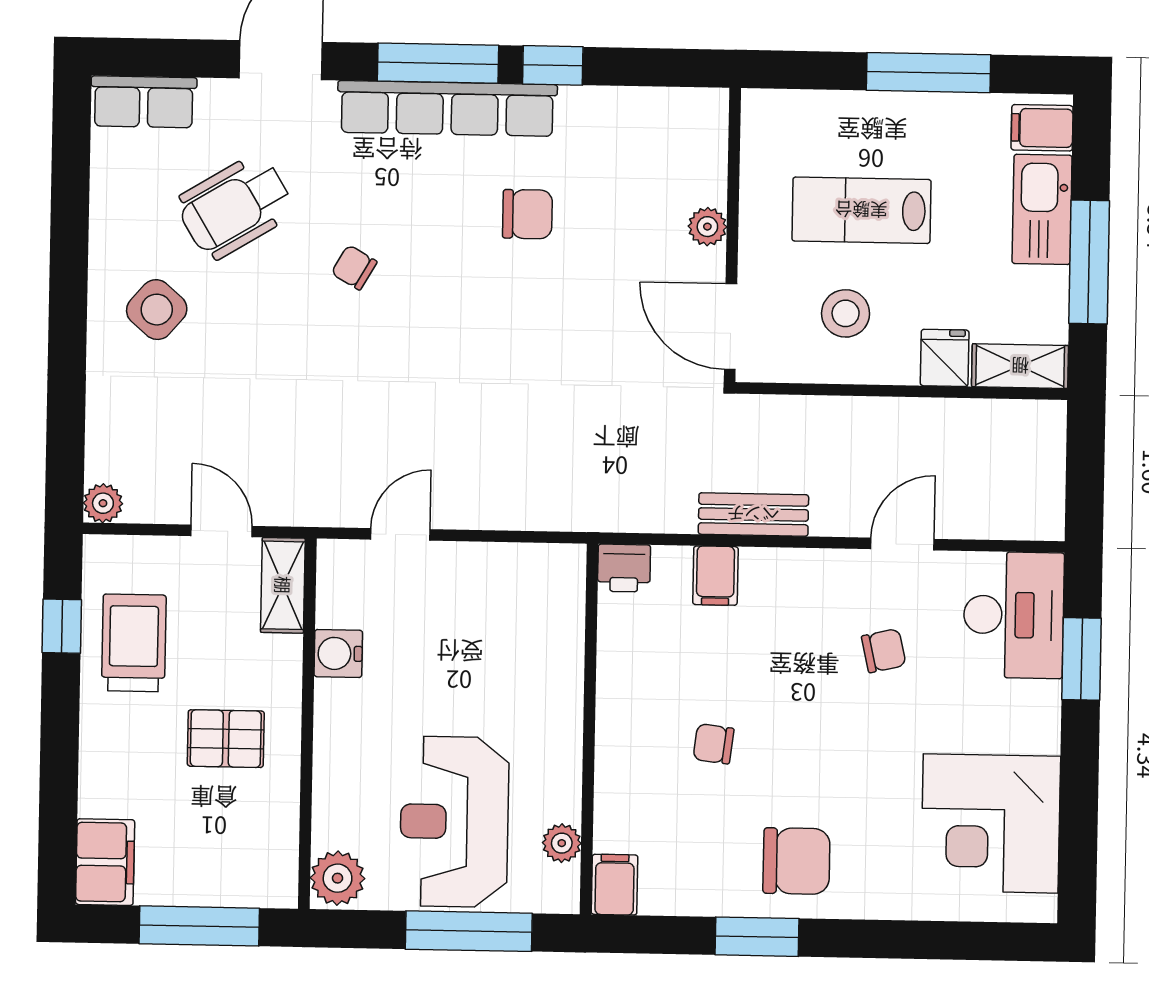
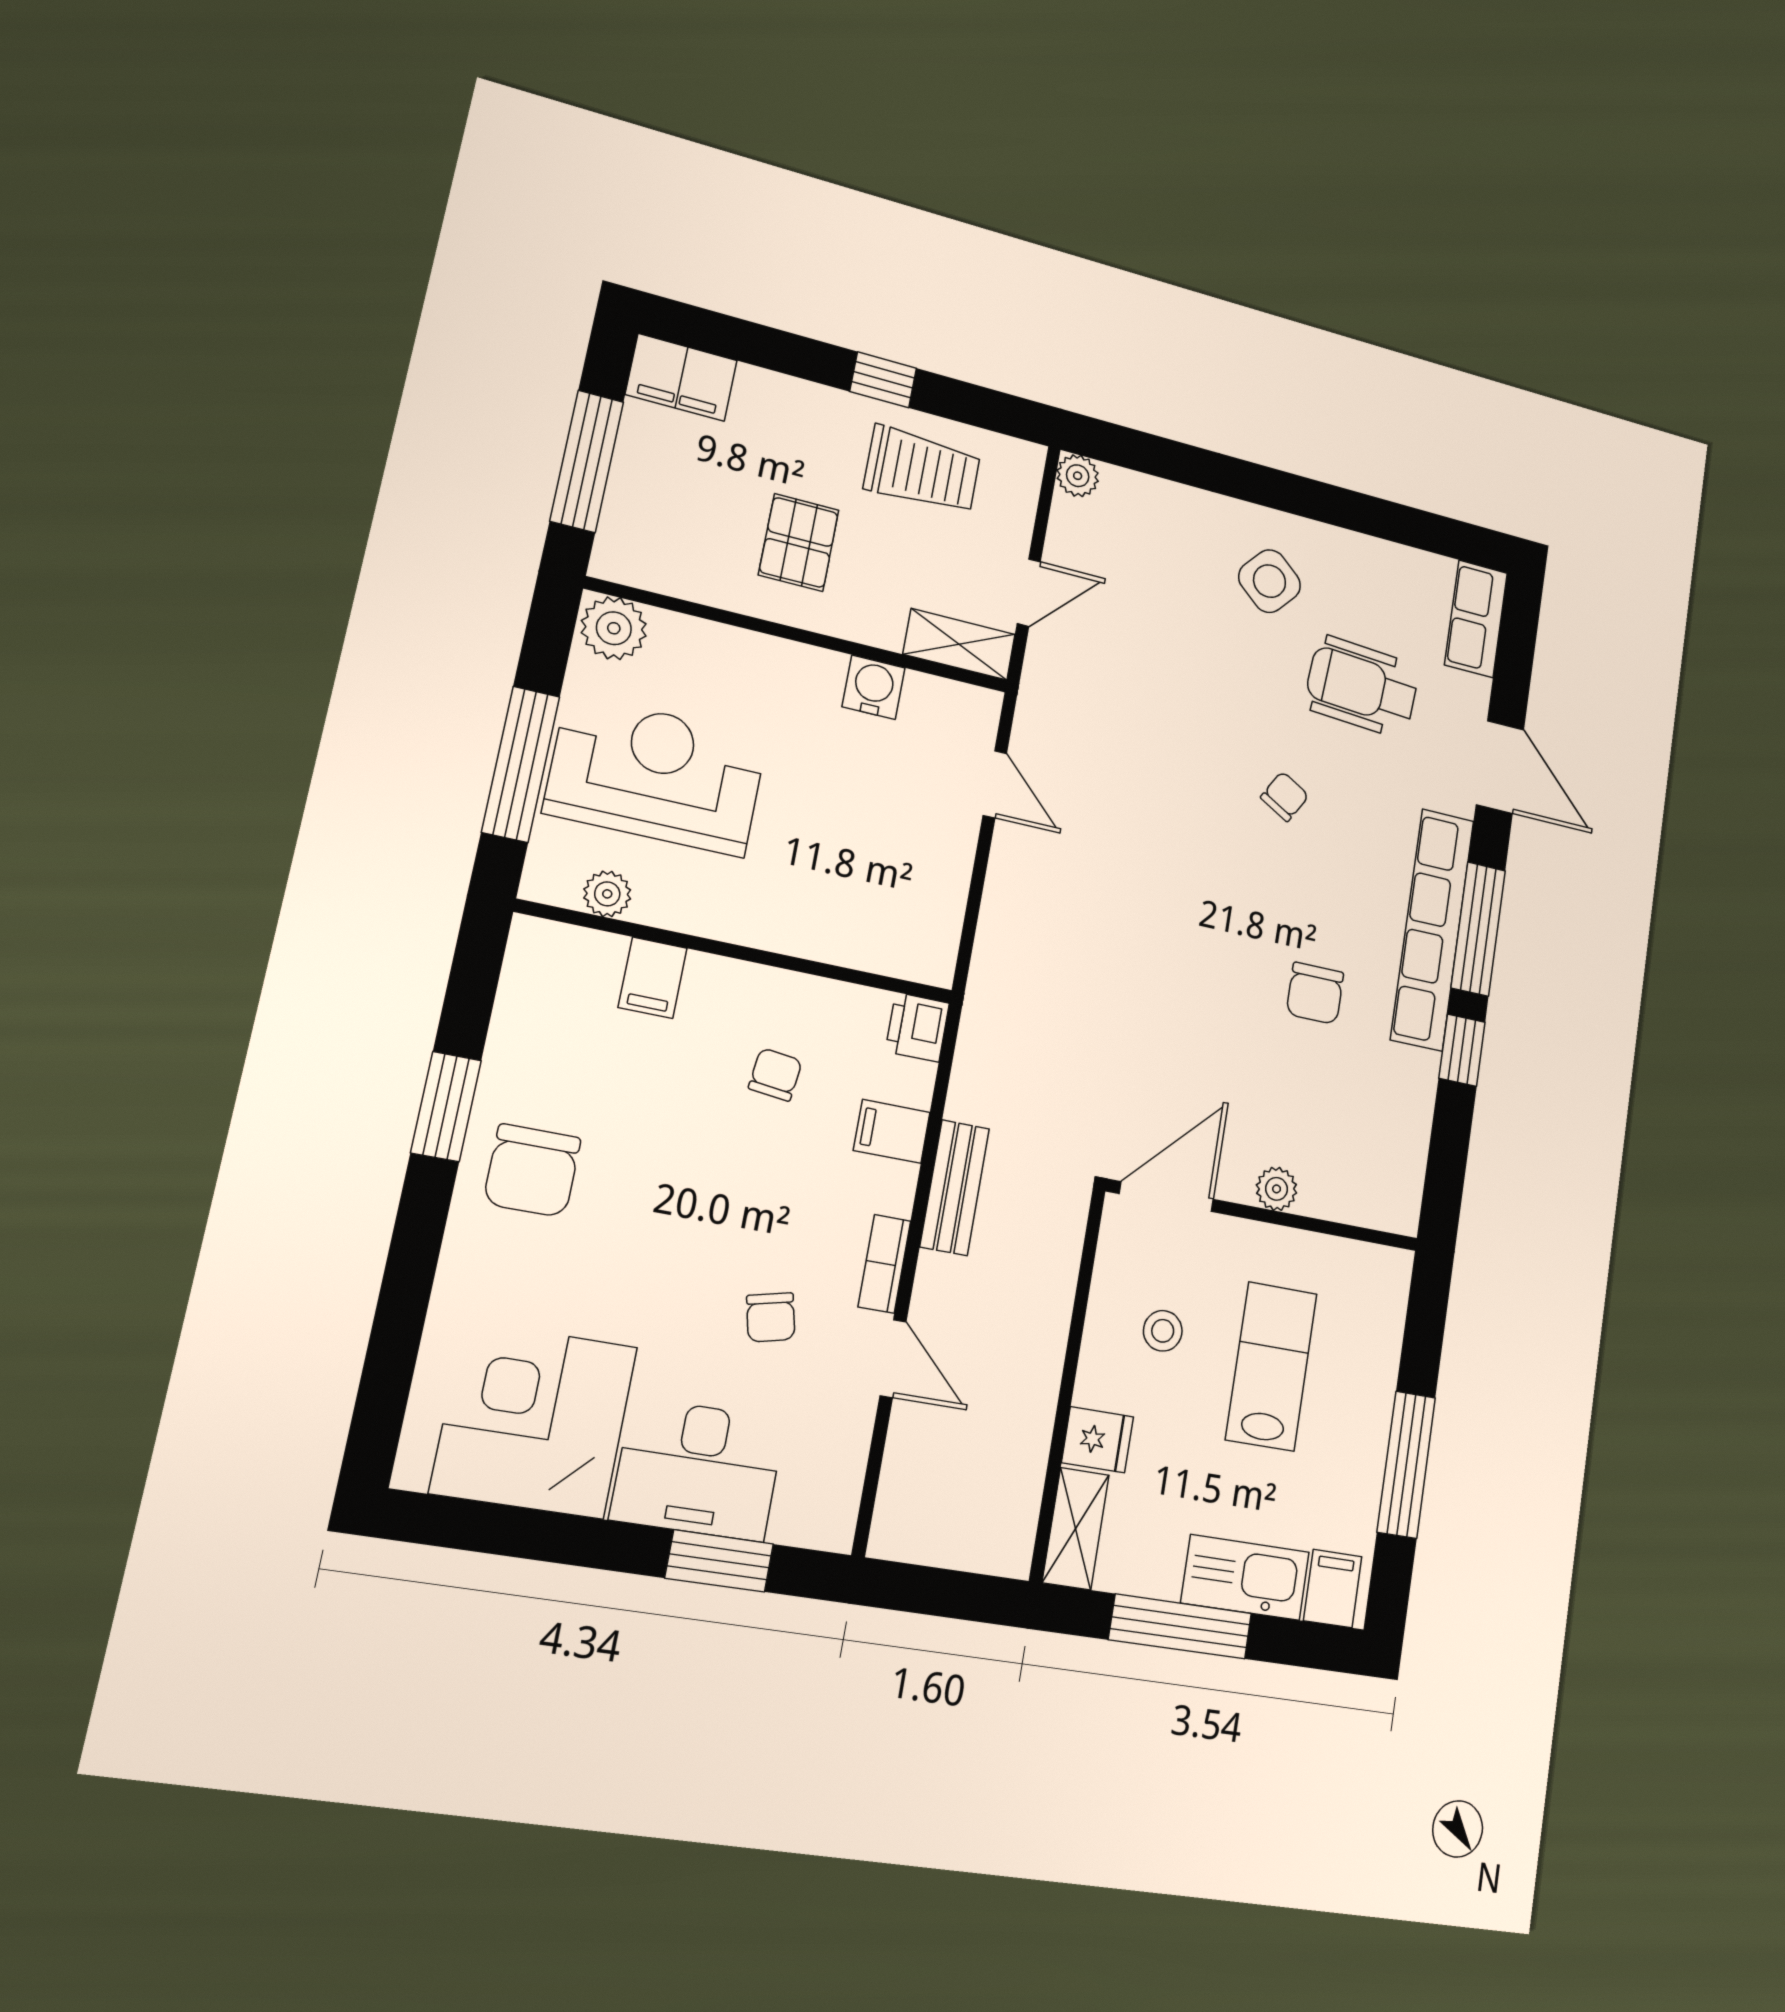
wheelchair: (235, 207) -> (1362, 687), turned -55
stool: (846, 313) -> (1163, 1331), width x0.73, depth x0.73
bookcase: (826, 564) -> (884, 1264), added
desk: (1014, 615) -> (698, 1469), moved
window: (62, 626) -> (883, 380), moved
chair: (713, 744) -> (775, 1075), moved
filing cabinet: (615, 885) -> (653, 978), moved, turned 90

